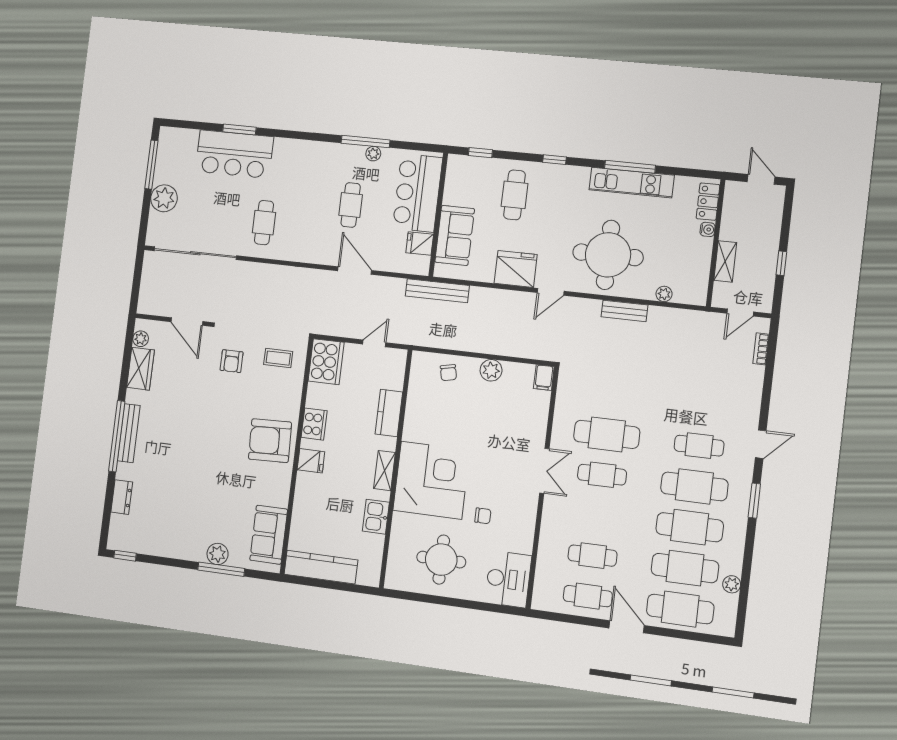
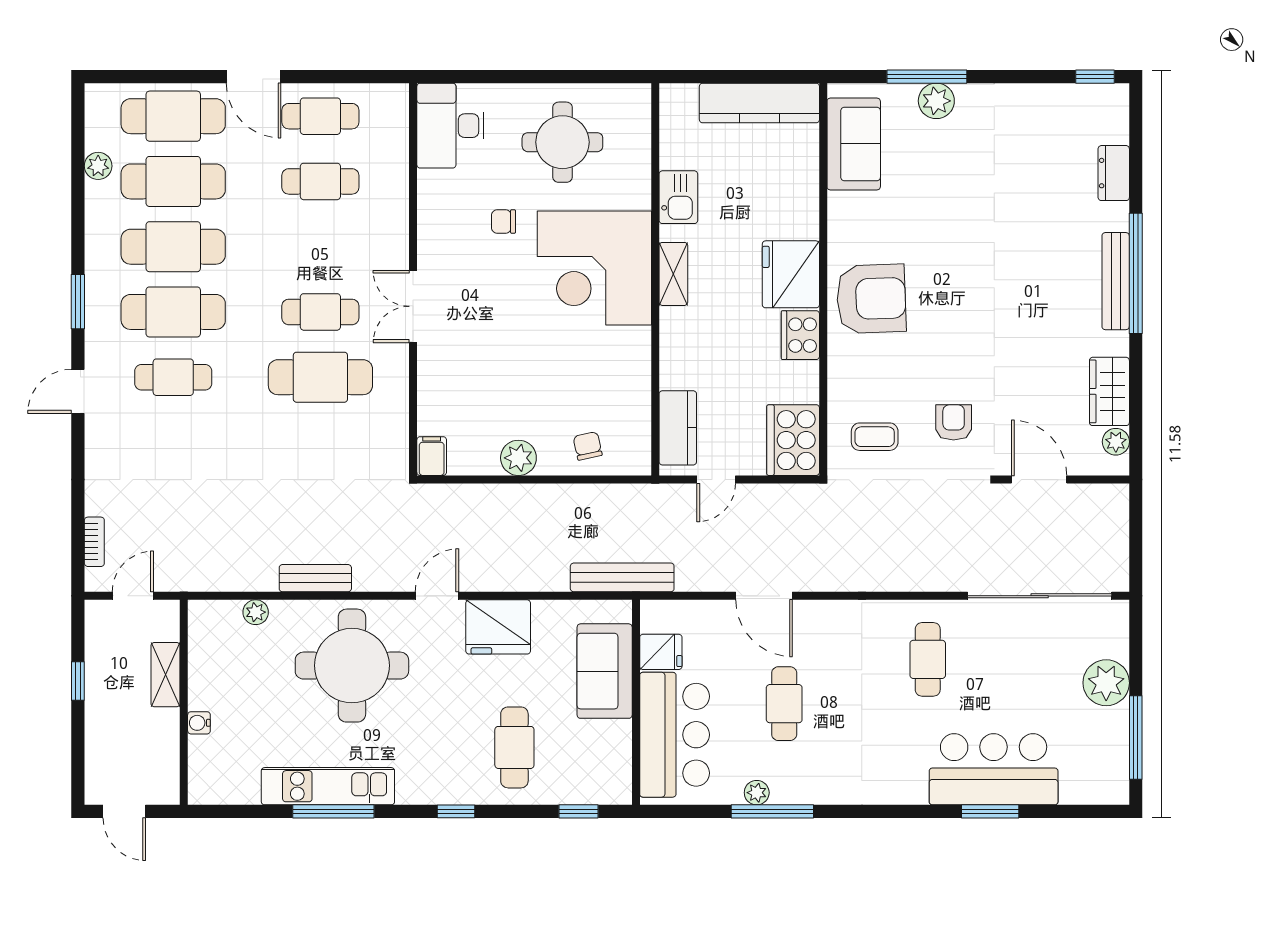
locker: (708, 202) -> (203, 768), removed
kitchen counter: (389, 413) -> (678, 428), moved
fridge: (311, 461) -> (791, 274), width x1.88, depth x1.34

